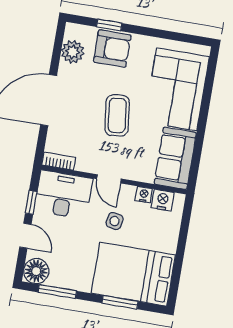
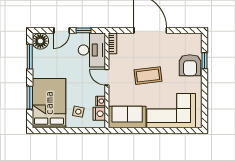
plant: (73, 52) -> (184, 40), removed
door: (109, 179) -> (107, 77), hinge flipped
side table: (115, 221) -> (78, 112), moved

